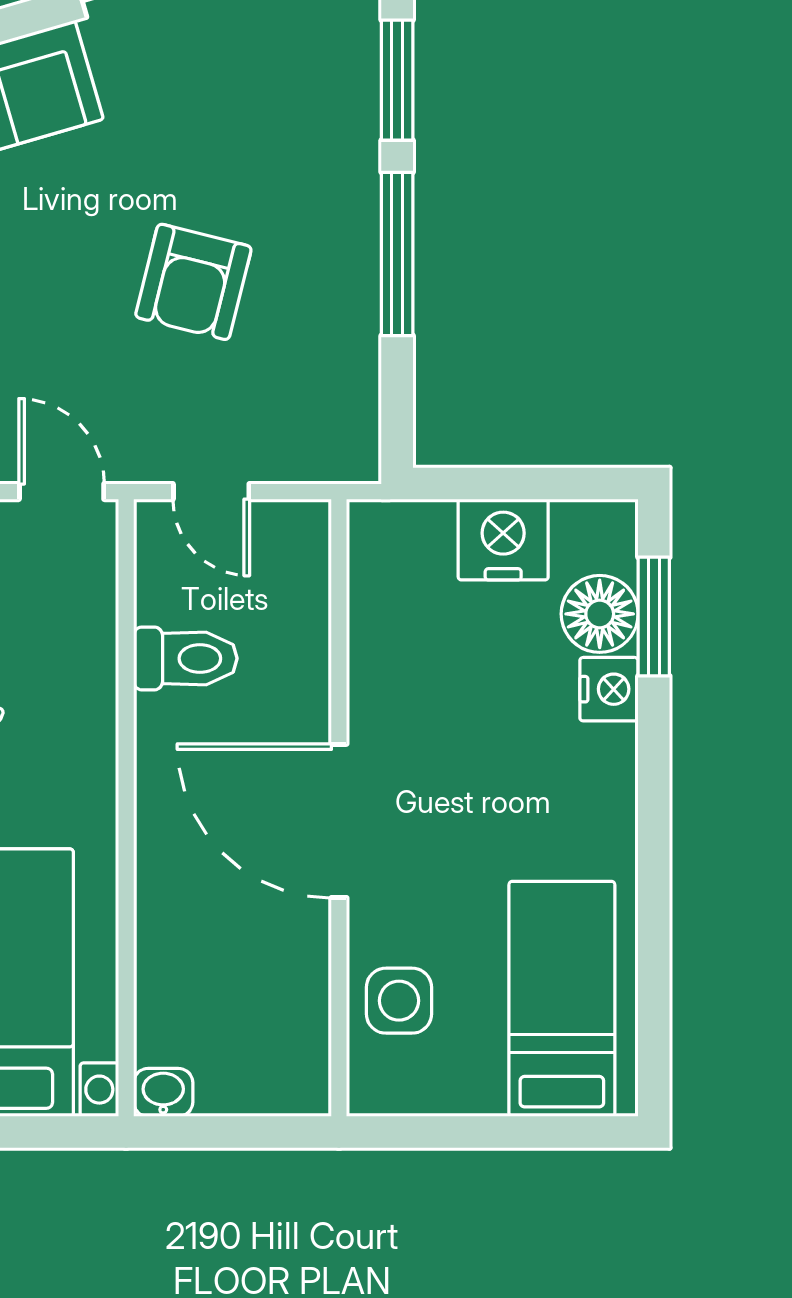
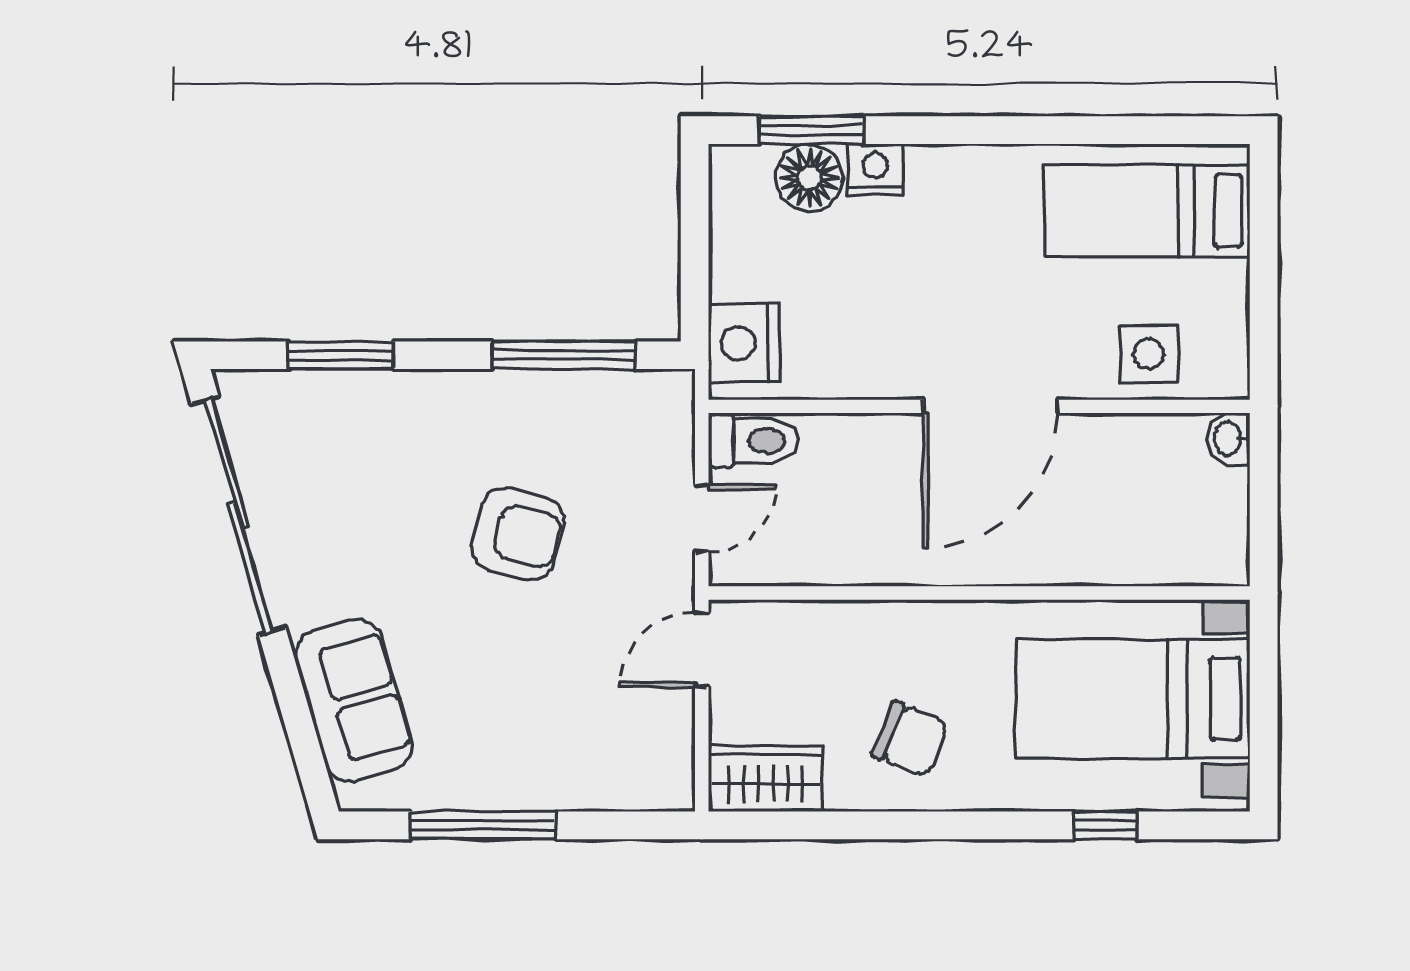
window: (397, 254) -> (564, 355), moved
nightstand: (503, 540) -> (744, 343), moved
toilet: (185, 658) -> (754, 441), moved, turned 90
washbasin: (163, 1092) -> (1229, 439), moved

